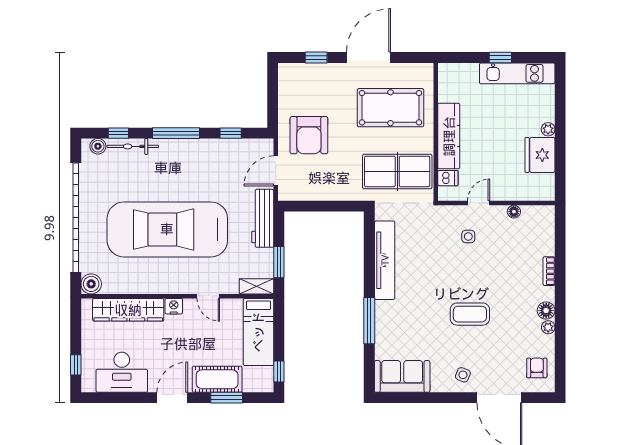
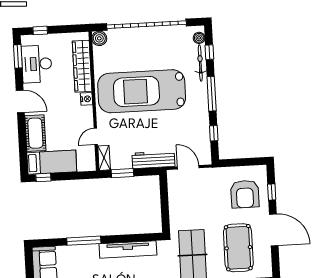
armchair: (309, 135) -> (245, 194), moved, turned -90
car: (167, 229) -> (142, 91), turned -90
door: (208, 296) -> (96, 136), moved
bed: (258, 332) -> (52, 162), moved, turned 180
window: (227, 398) -> (18, 56), moved

